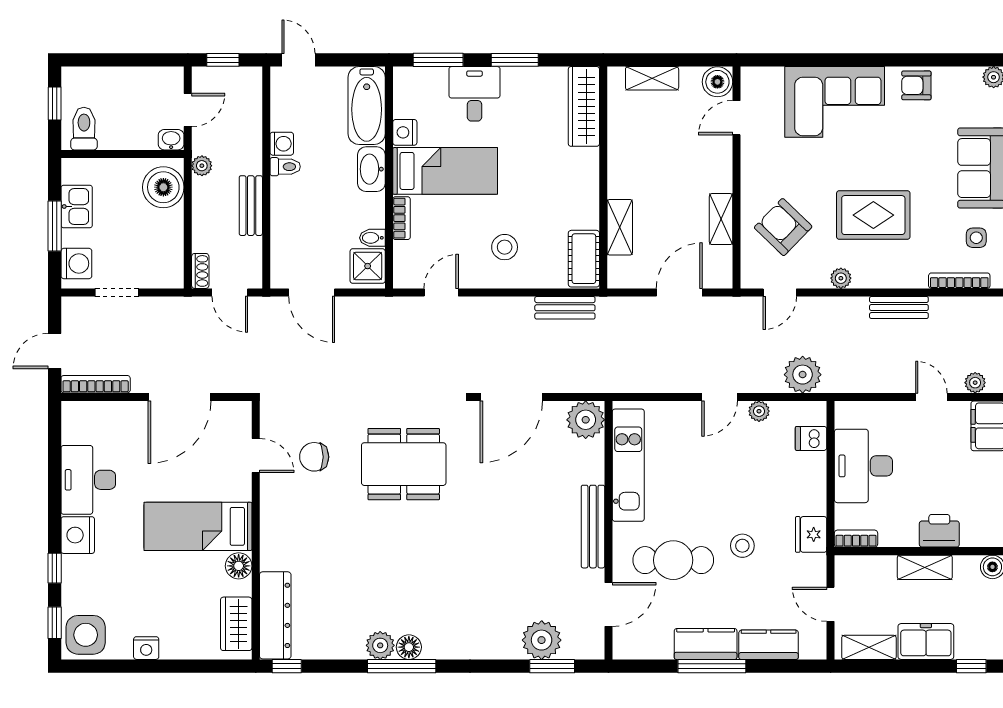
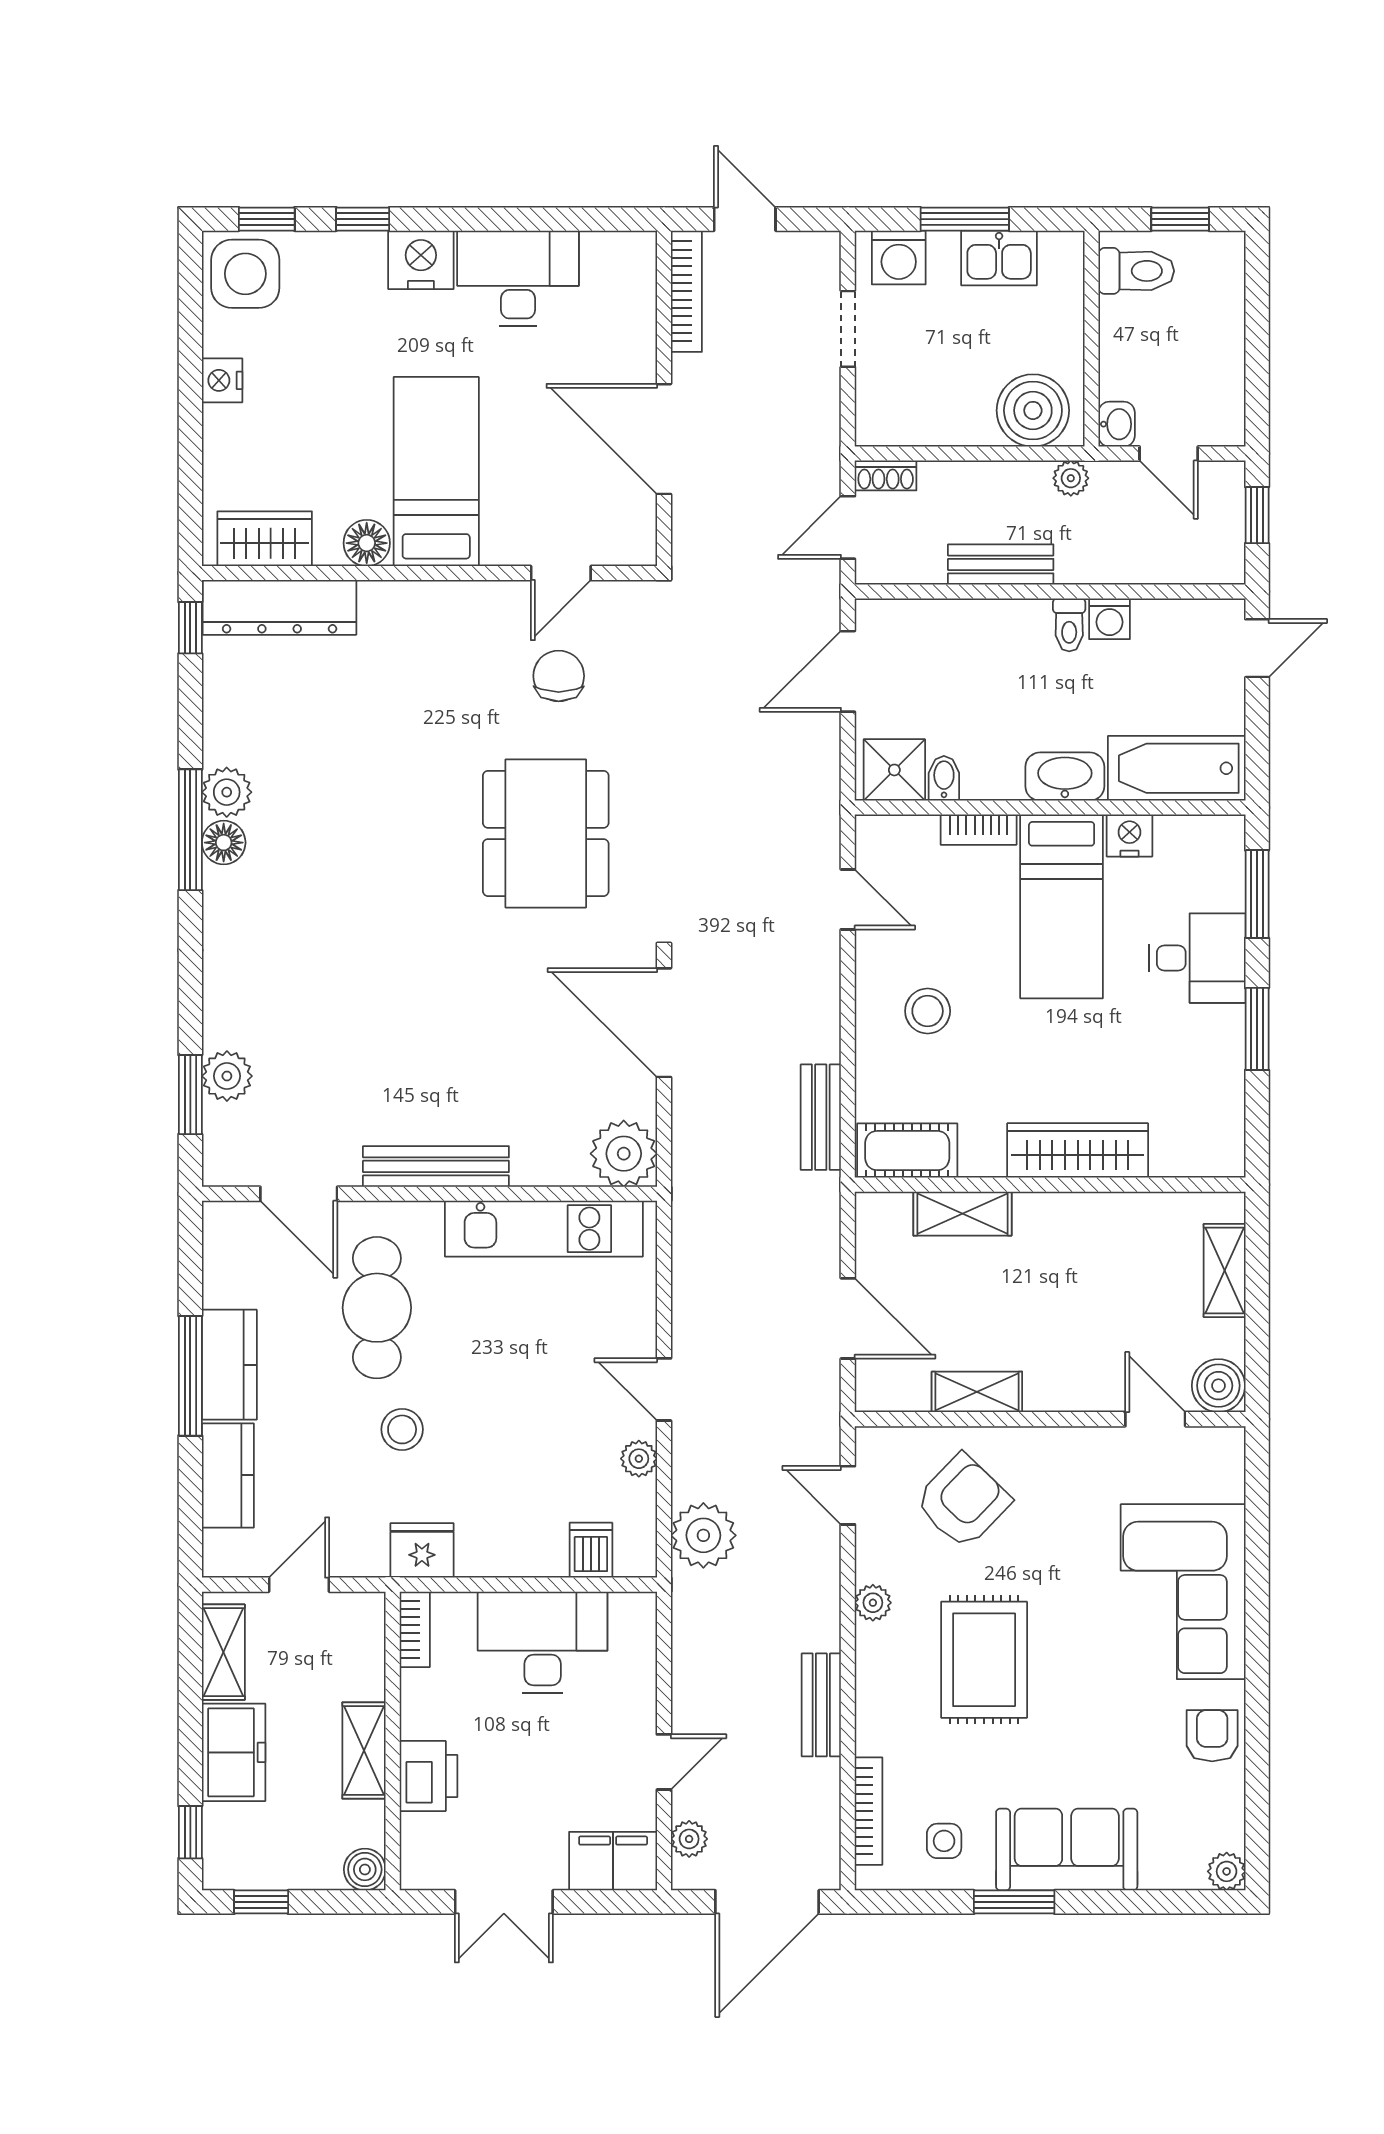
wardrobe: (584, 106) -> (1078, 1150), moved
plant: (542, 640) -> (227, 1076), width x0.73, depth x0.73

